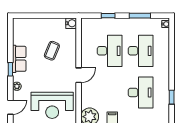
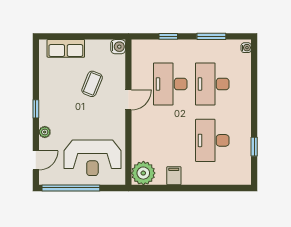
desk: (110, 51) -> (170, 84), turned 180
desk: (141, 51) -> (212, 84), turned 180
row of seats: (19, 59) -> (66, 48), moved, turned 90
door: (79, 75) -> (128, 100), moved
desk: (141, 92) -> (212, 140), turned 180

